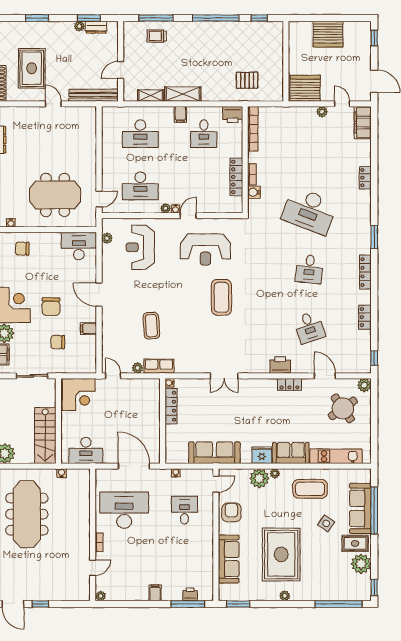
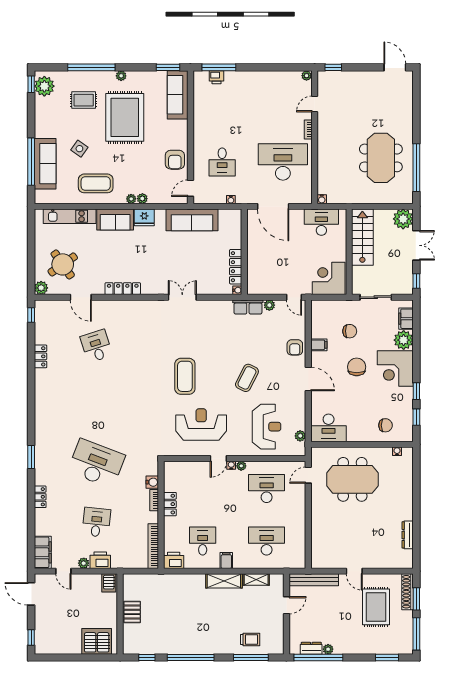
window: (37, 18) -> (387, 658), moved
window: (89, 18) -> (318, 658), width x2.11
server rack: (328, 34) -> (97, 641), moved
pallet: (247, 80) -> (132, 612), moved, turned 90
server rack: (305, 88) -> (109, 583), width x0.46, depth x0.70
locker: (236, 177) -> (170, 504), width x0.66
window: (374, 237) -> (31, 457), moved
desk: (309, 269) -> (96, 522), moved
locker: (365, 272) -> (40, 402), removed
armchair: (112, 326) -> (295, 347), added
coffee table: (151, 326) -> (247, 378), moved, turned 31
printer: (280, 365) -> (100, 560), moved, turned 180
locker: (289, 384) -> (123, 289), width x1.53
water cooler: (62, 473) -> (322, 199), moved
plant: (259, 478) -> (142, 199), width x0.53, depth x0.53
desk: (124, 510) -> (283, 162), turned 180
meeting table: (27, 514) -> (381, 158), width x0.73
rug: (355, 543) -> (84, 100), moved
sofa: (229, 559) -> (178, 95), moved
plant: (361, 564) -> (44, 86), moved
filing cabinet: (155, 593) -> (252, 79), removed
window: (40, 604) -> (333, 67), moved
window: (339, 604) -> (91, 67), moved

